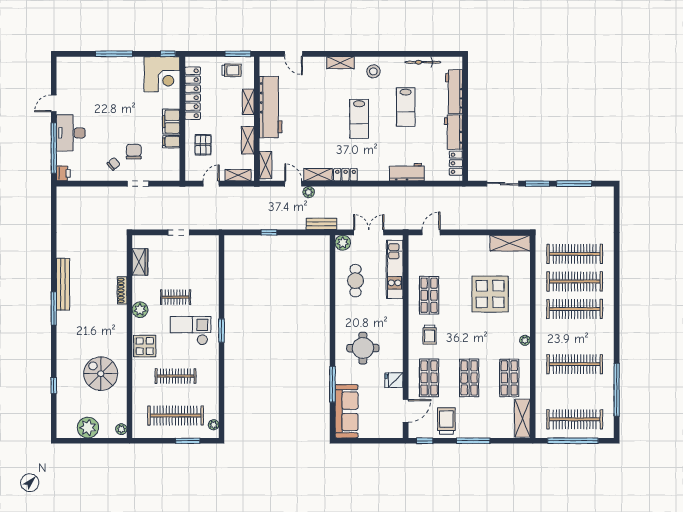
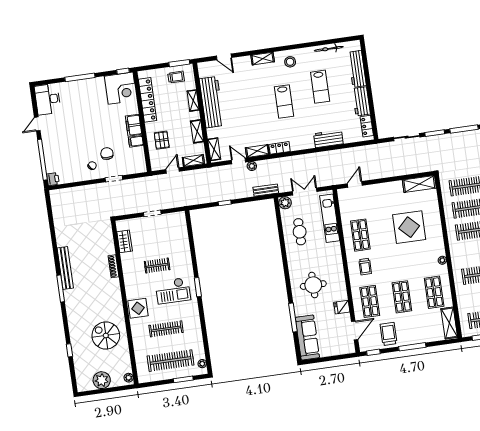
desk: (71, 133) -> (48, 99), moved
plant: (140, 310) -> (130, 280), removed
checkout: (191, 331) -> (173, 291), turned 180

